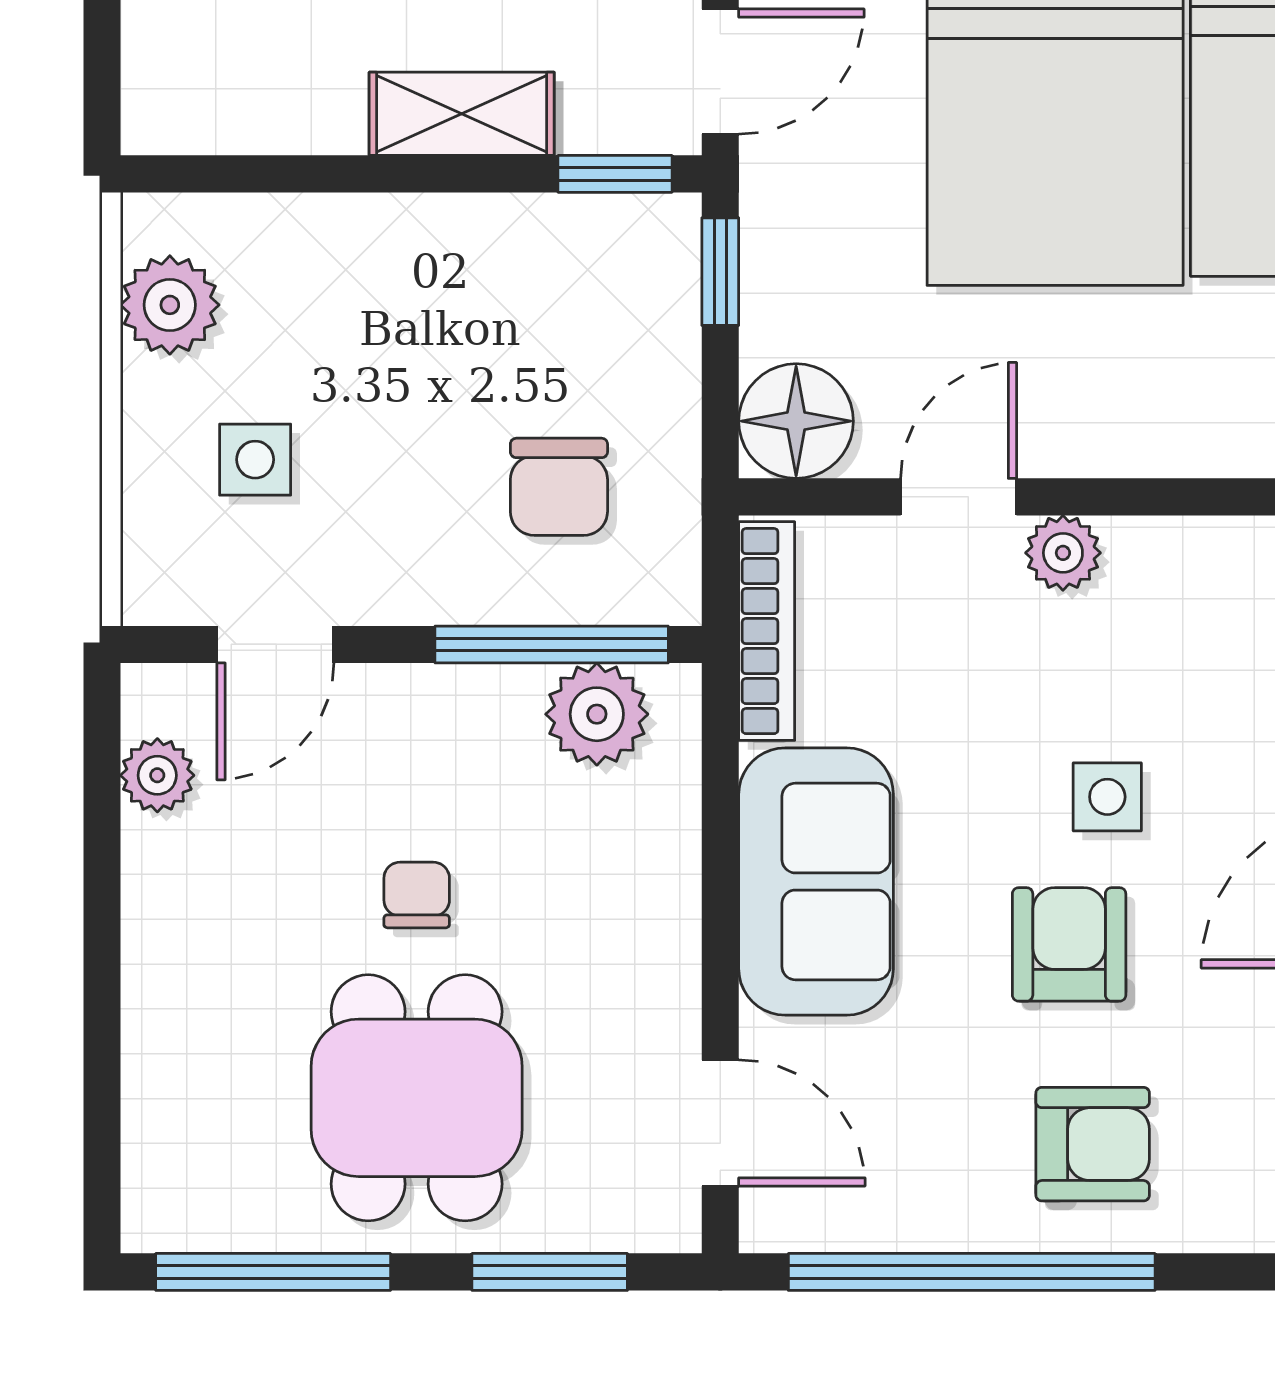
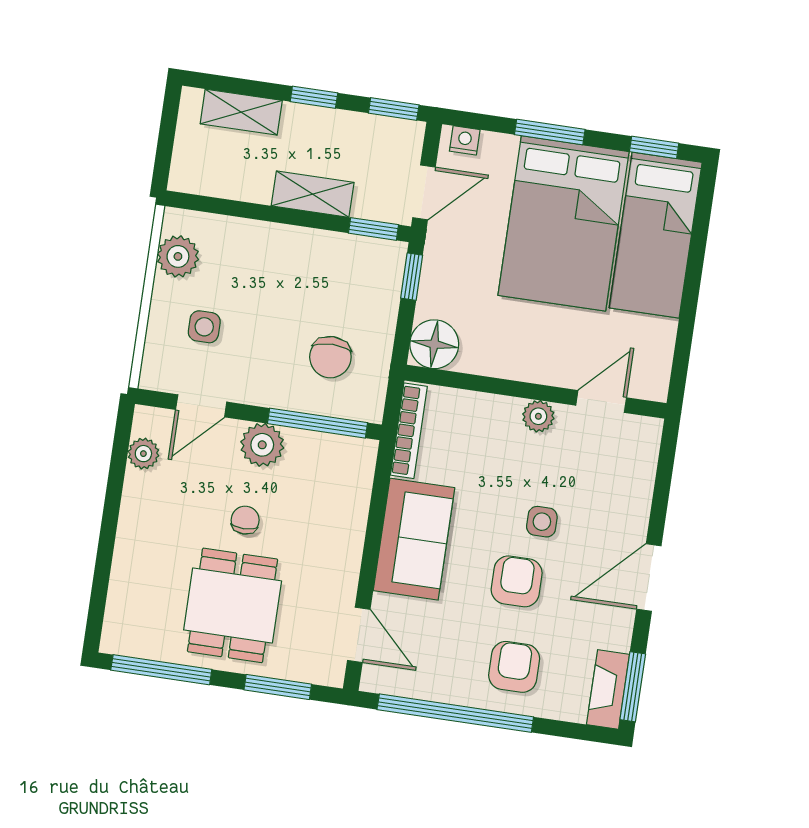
door: (959, 497) -> (601, 401), moved
plant: (597, 714) -> (262, 445), moved
armchair: (1093, 1144) -> (514, 667), turned -90

